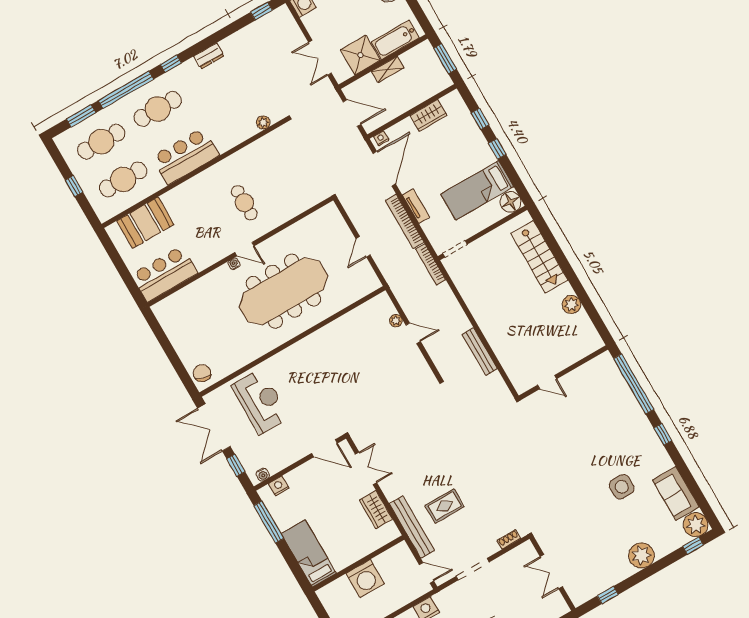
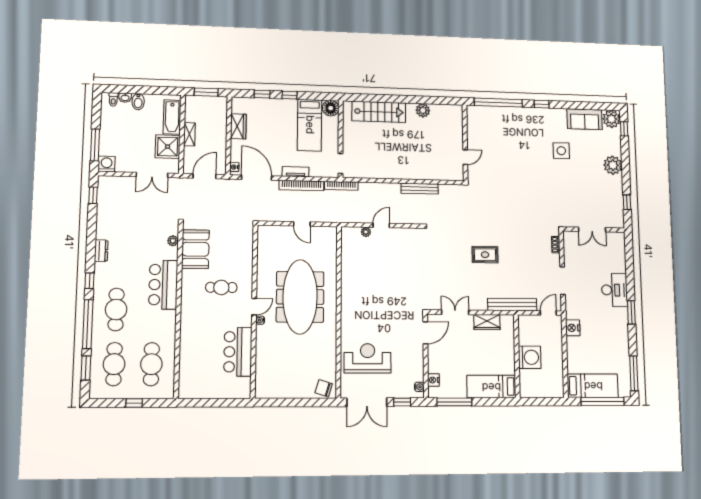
bar counter: (185, 156) -> (163, 285), moved
booth: (145, 223) -> (195, 249), moved
bar counter: (164, 274) -> (238, 352), moved
rug: (445, 506) -> (485, 255), moved, turned 90

